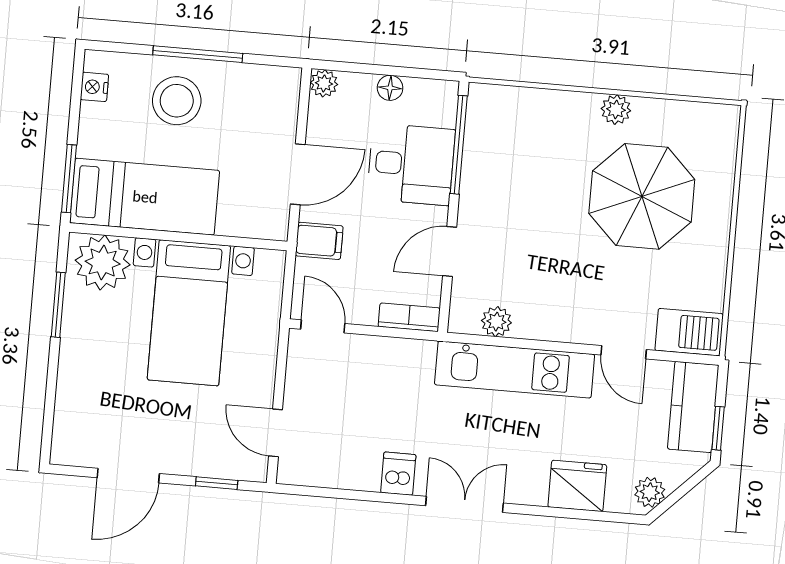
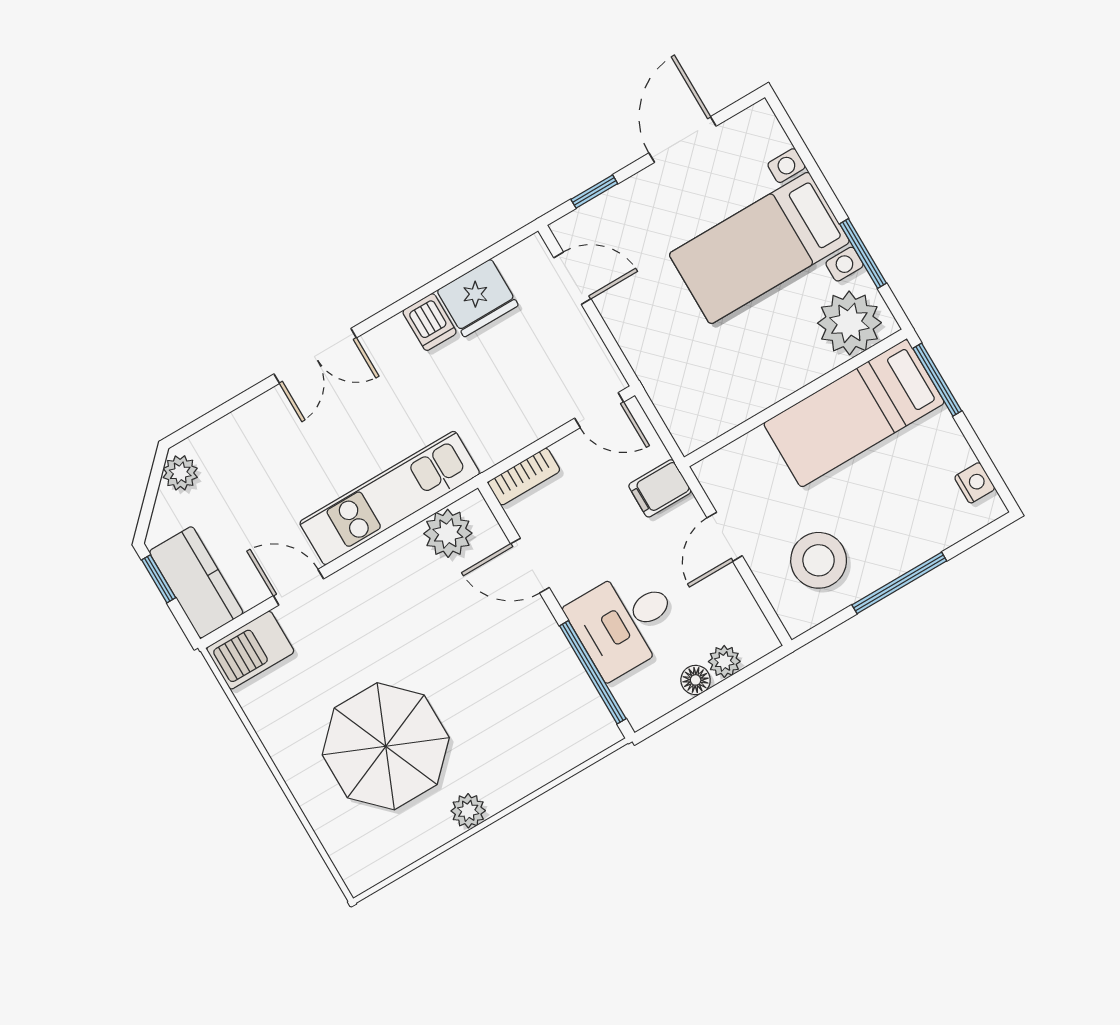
plant: (324, 83) -> (724, 661), moved
stool: (177, 101) -> (819, 560), moved
door: (298, 174) -> (725, 537), width x0.73
door: (450, 251) -> (530, 566), swing flipped
bed with nightstands: (189, 313) -> (759, 248), moved, turned -90
plant: (496, 322) -> (448, 533), width x1.38, depth x1.38
fridge: (577, 486) -> (478, 298), moved
double door: (464, 504) -> (315, 356), moved

